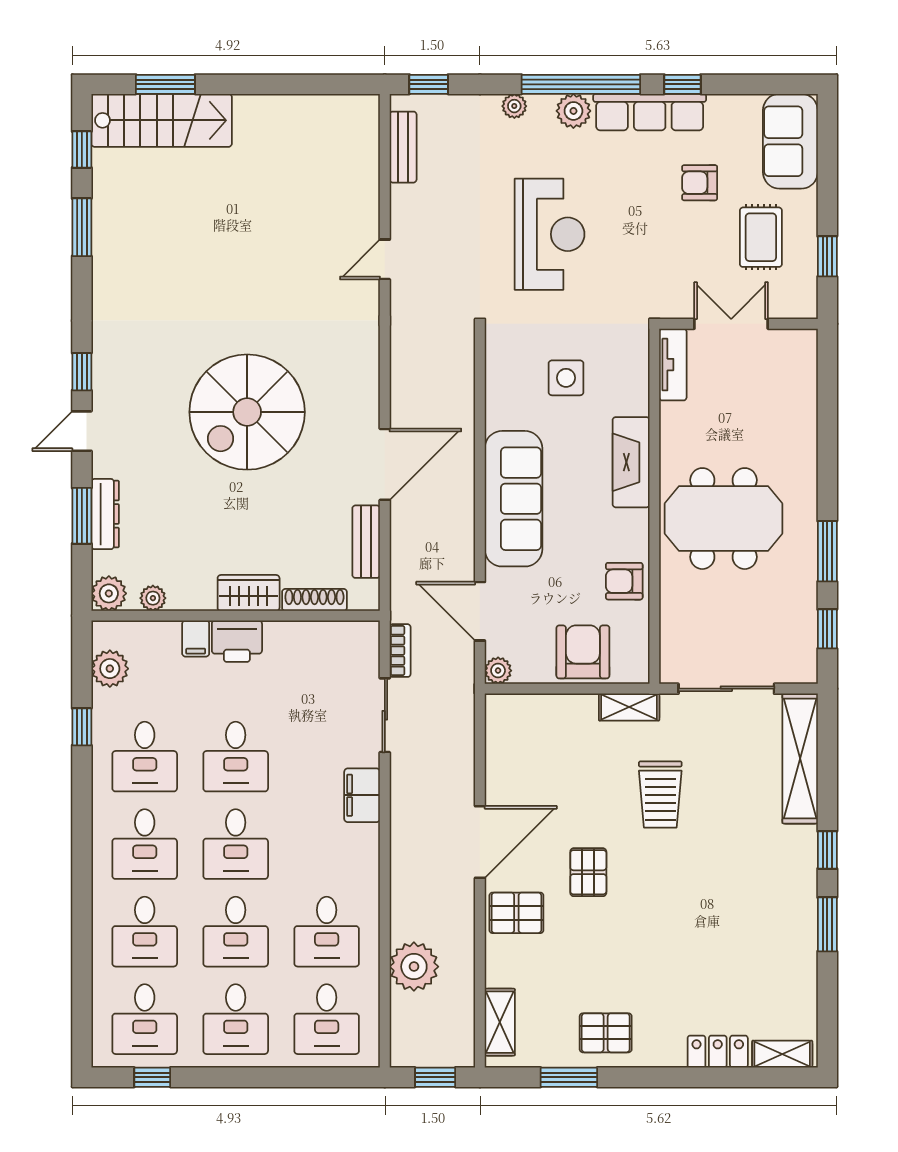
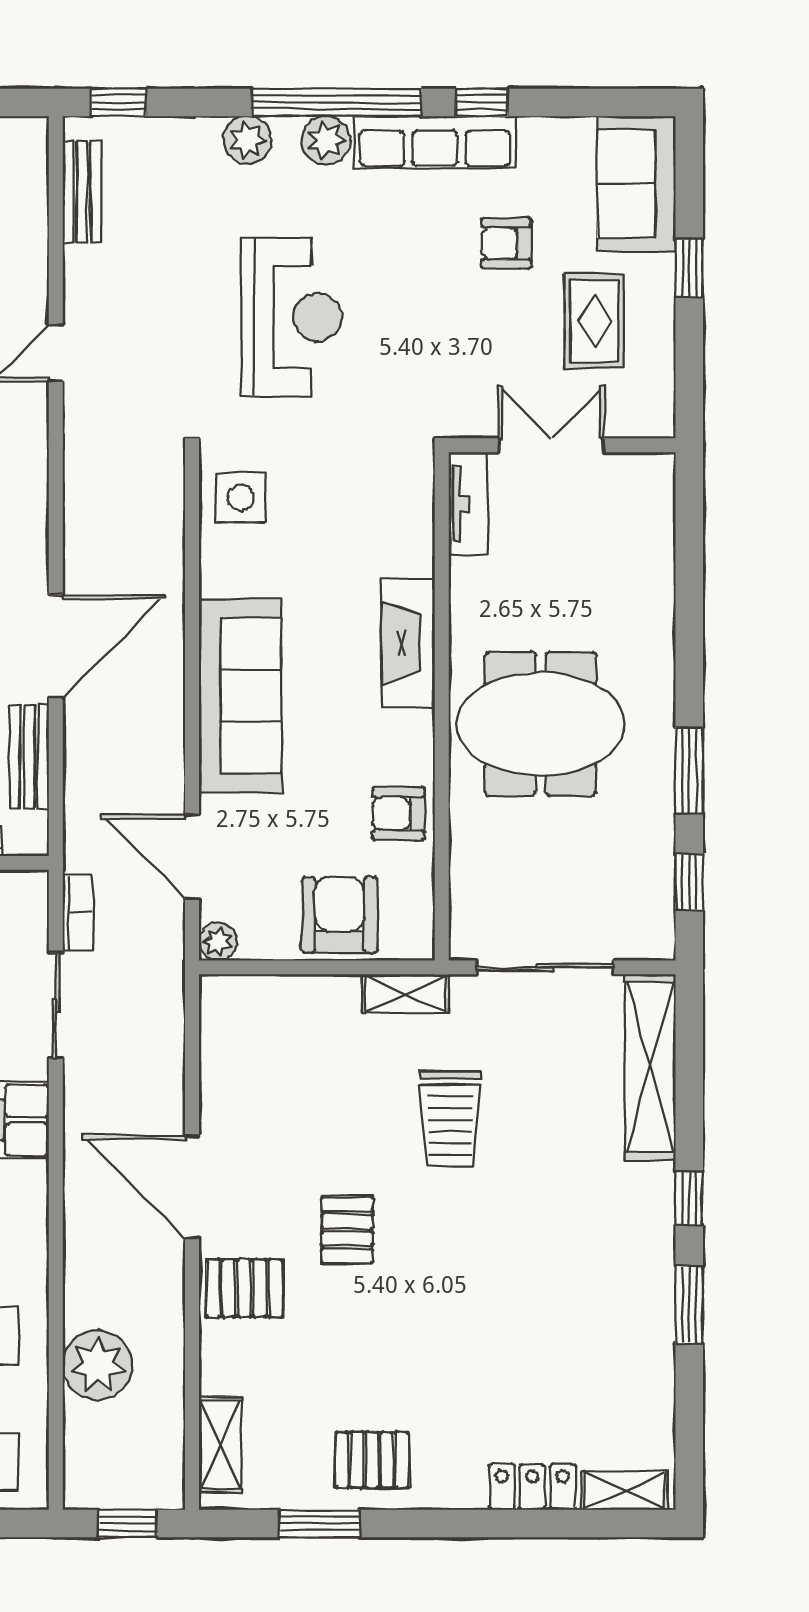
plant: (514, 106) -> (248, 140), width x1.38, depth x1.38
window: (827, 256) -> (689, 268), moved
side table: (566, 378) -> (241, 498), moved
door: (480, 842) -> (192, 1187), swing flipped

